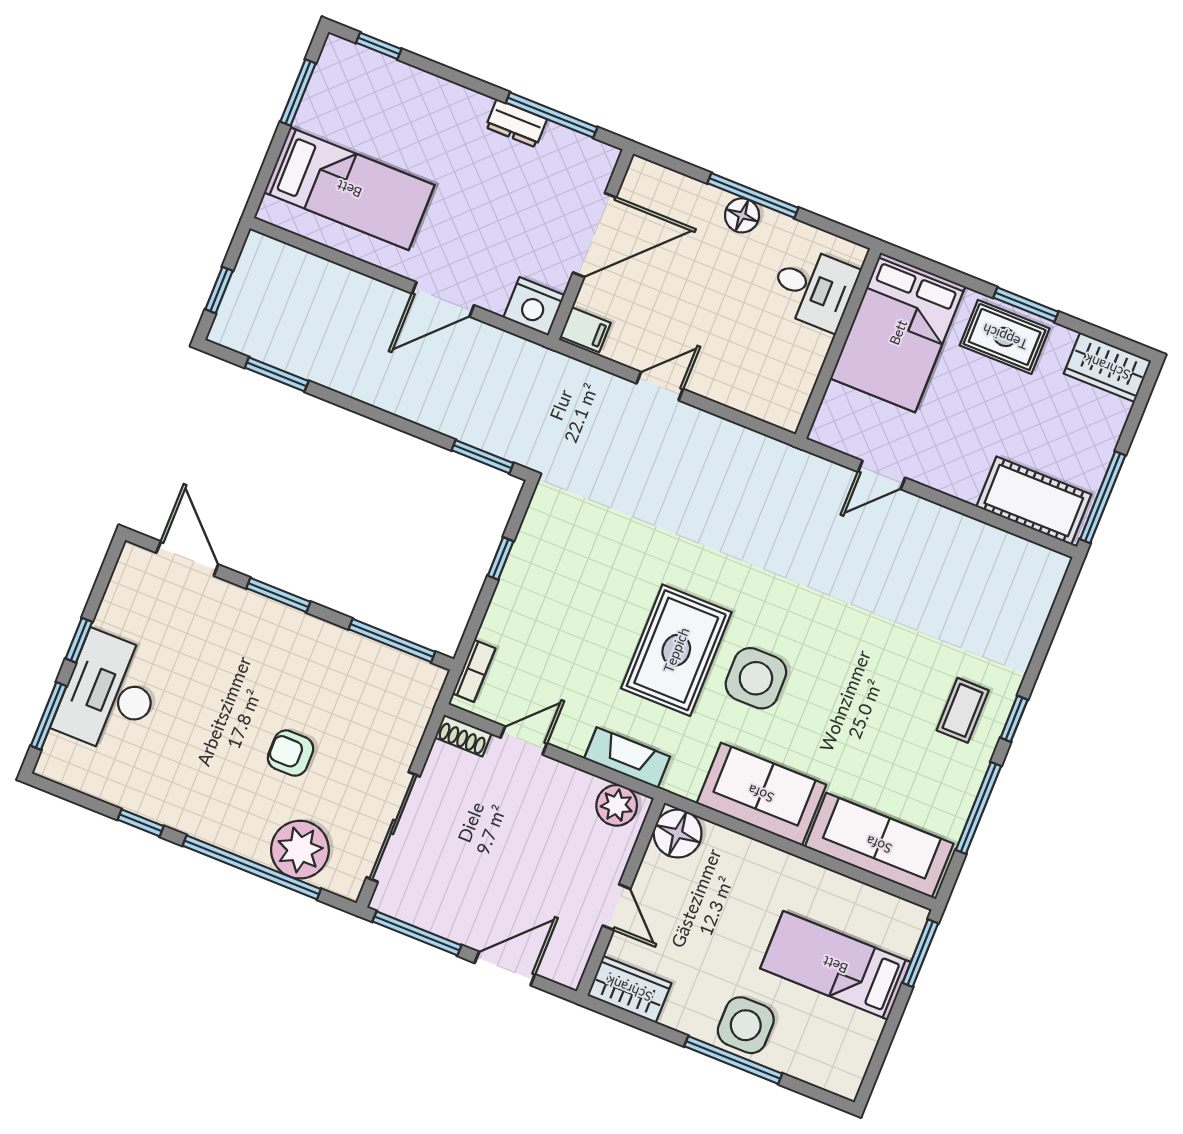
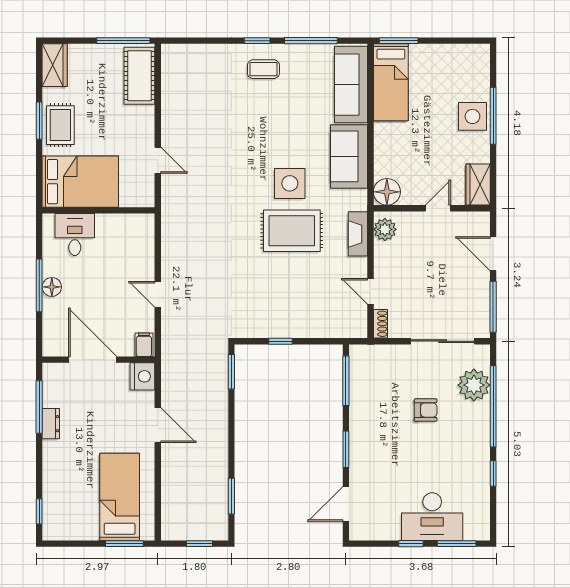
window: (298, 92) -> (124, 544), moved
bookcase: (474, 671) -> (345, 332), removed
armchair: (290, 753) -> (426, 410), turned -90
bed: (835, 965) -> (391, 82), moved

